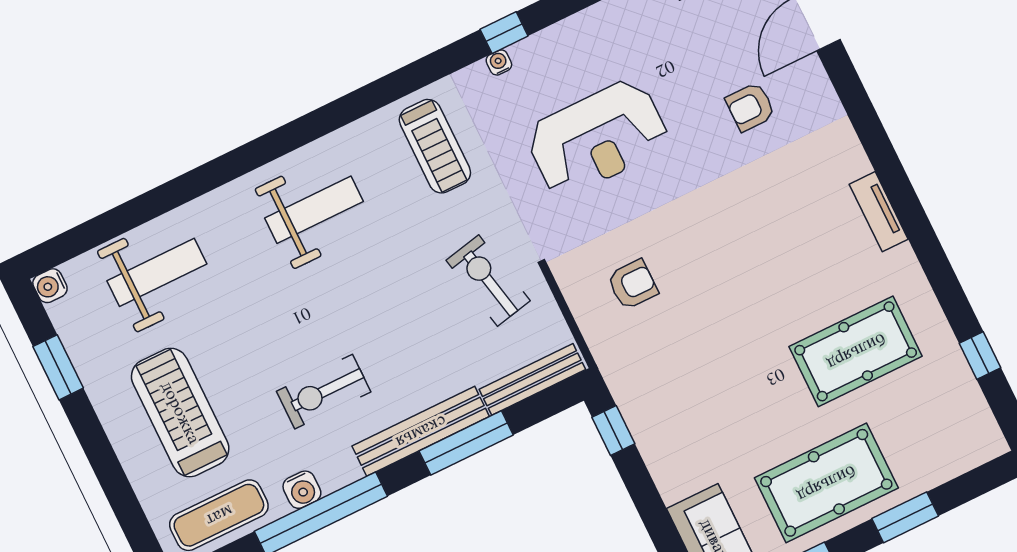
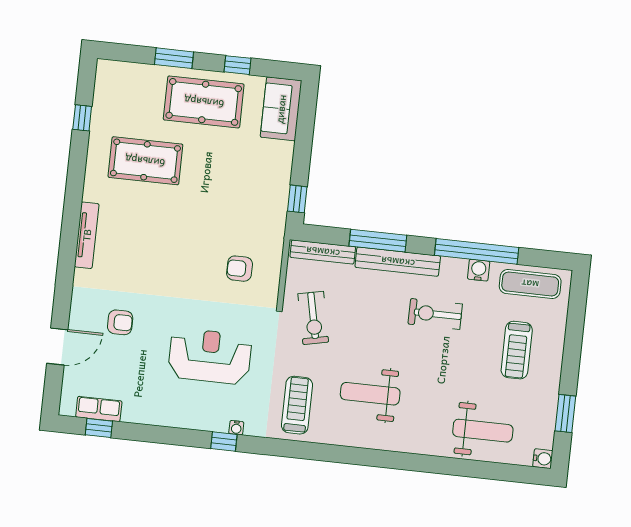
weight bench: (314, 210) -> (370, 394), moved
tv unit: (879, 212) -> (87, 235), width x1.41
weight bench: (157, 272) -> (483, 431), turned 180
exercise bike: (324, 392) -> (435, 314), turned 180
treadmill: (180, 413) -> (517, 350), width x0.73, depth x0.73

